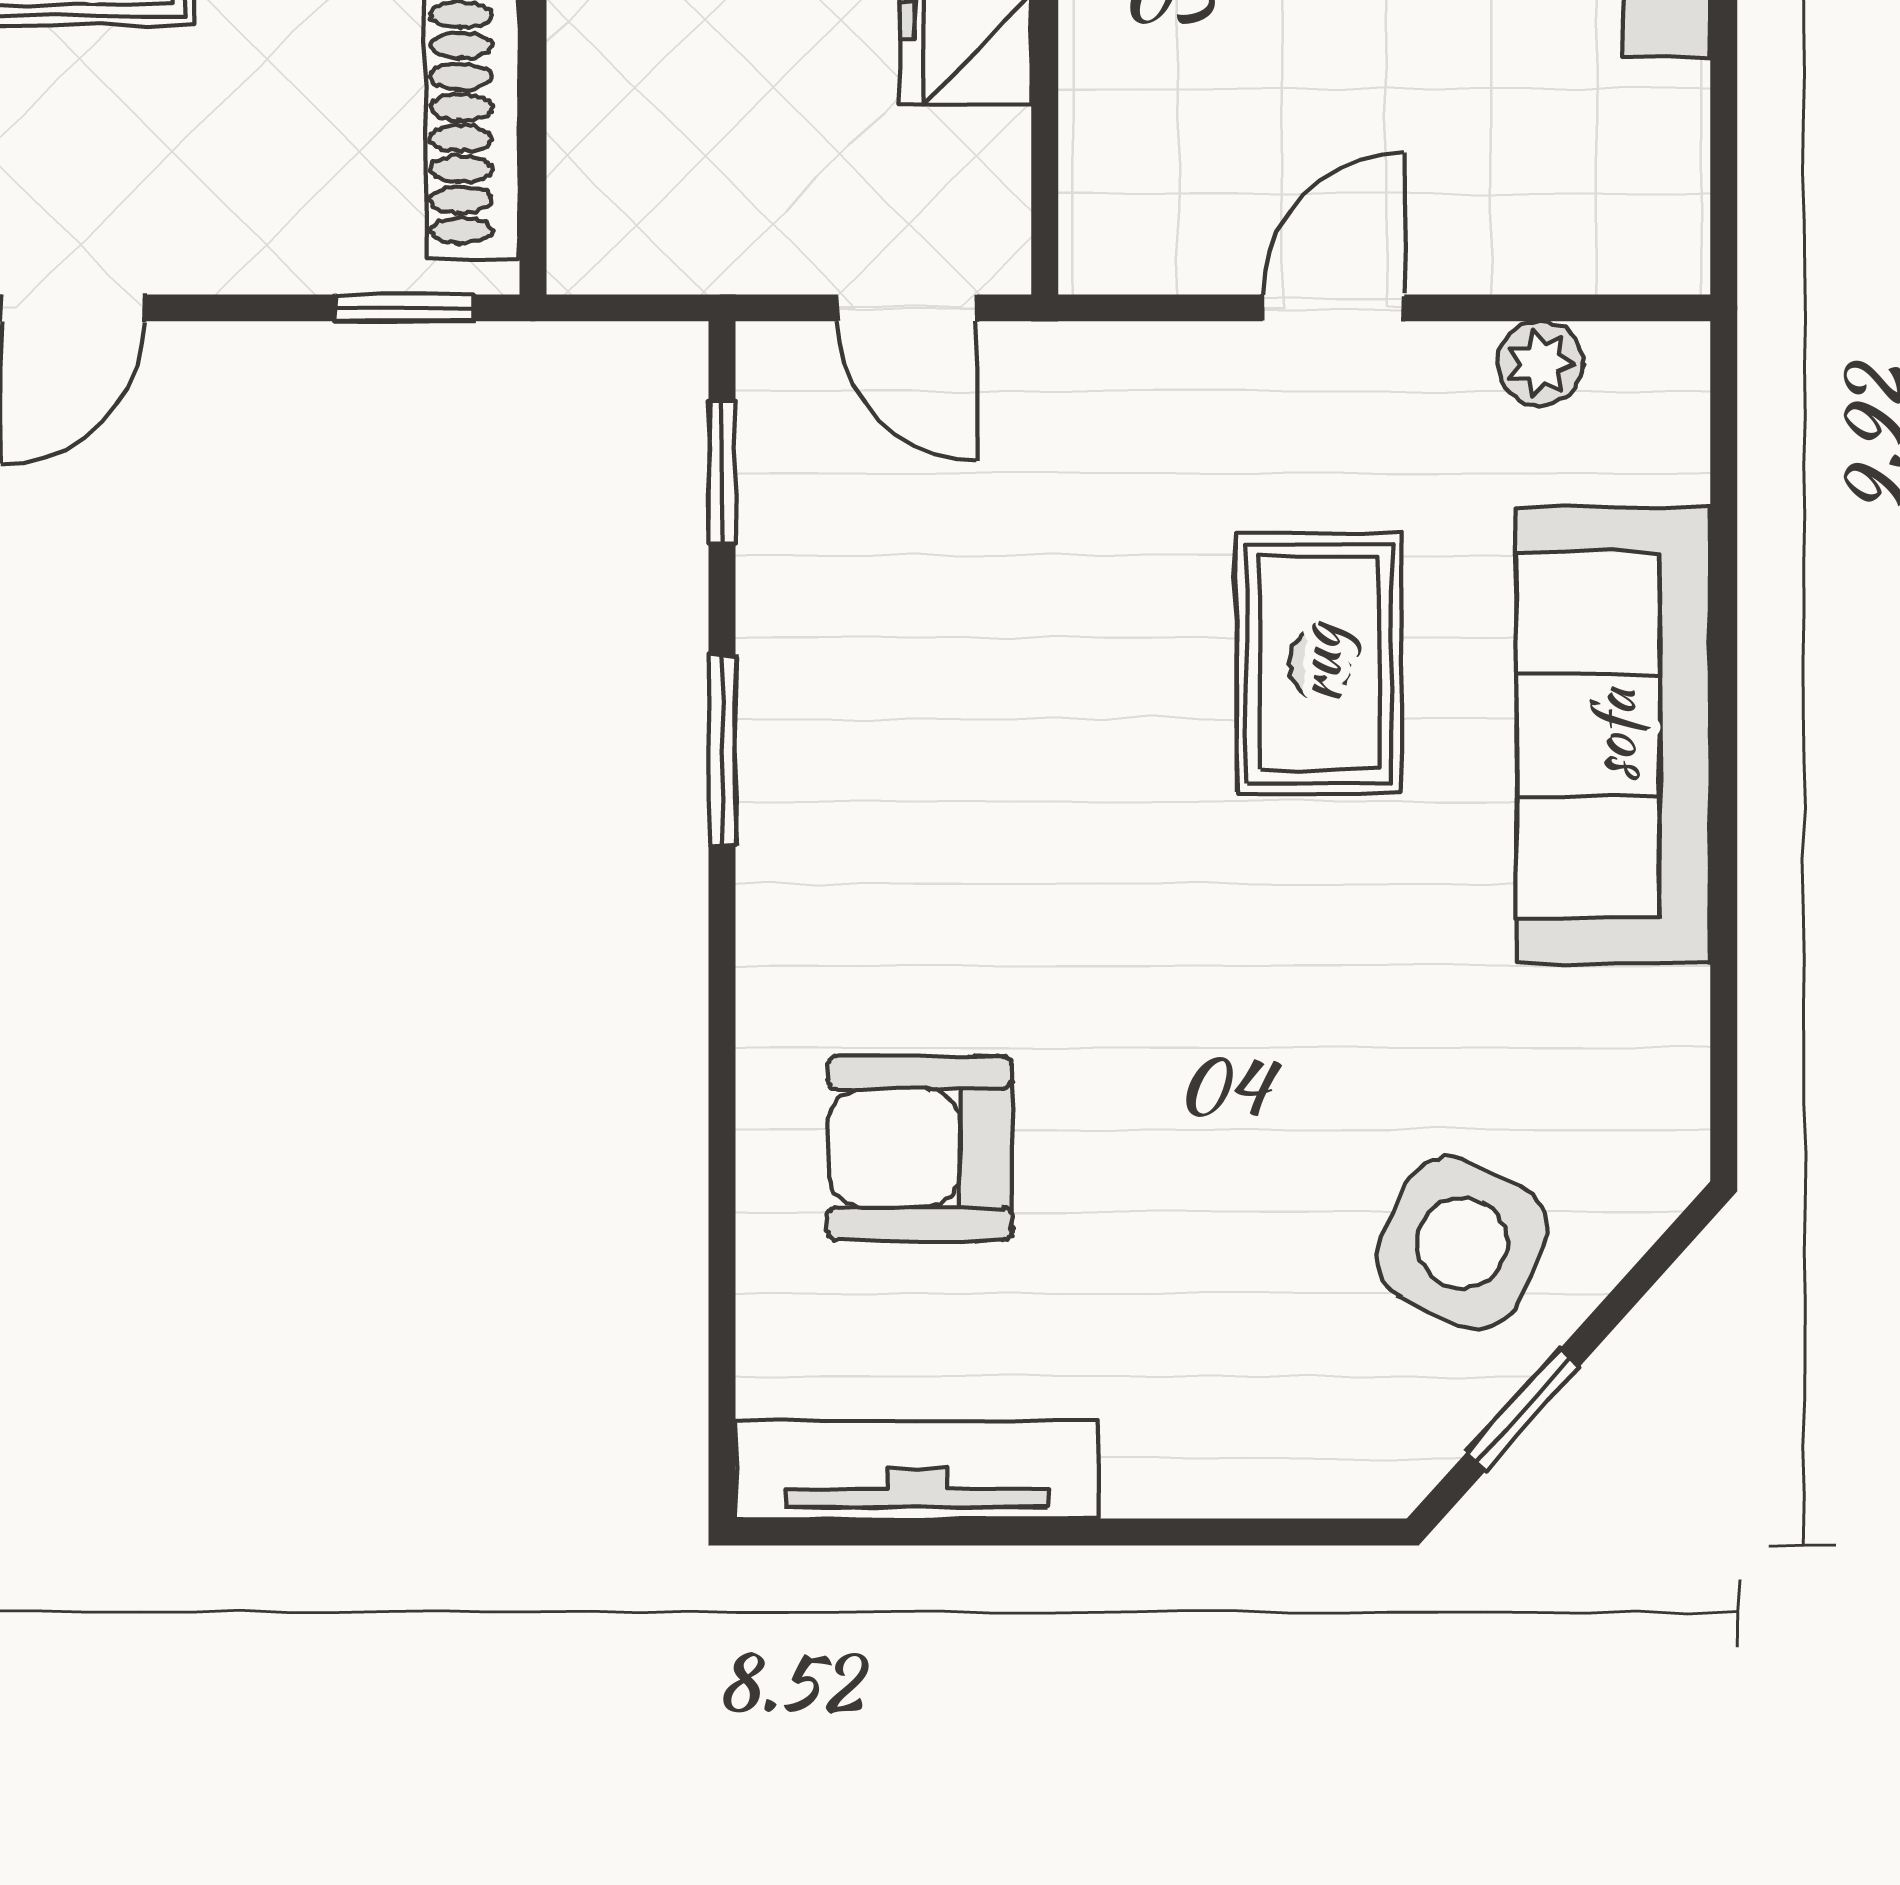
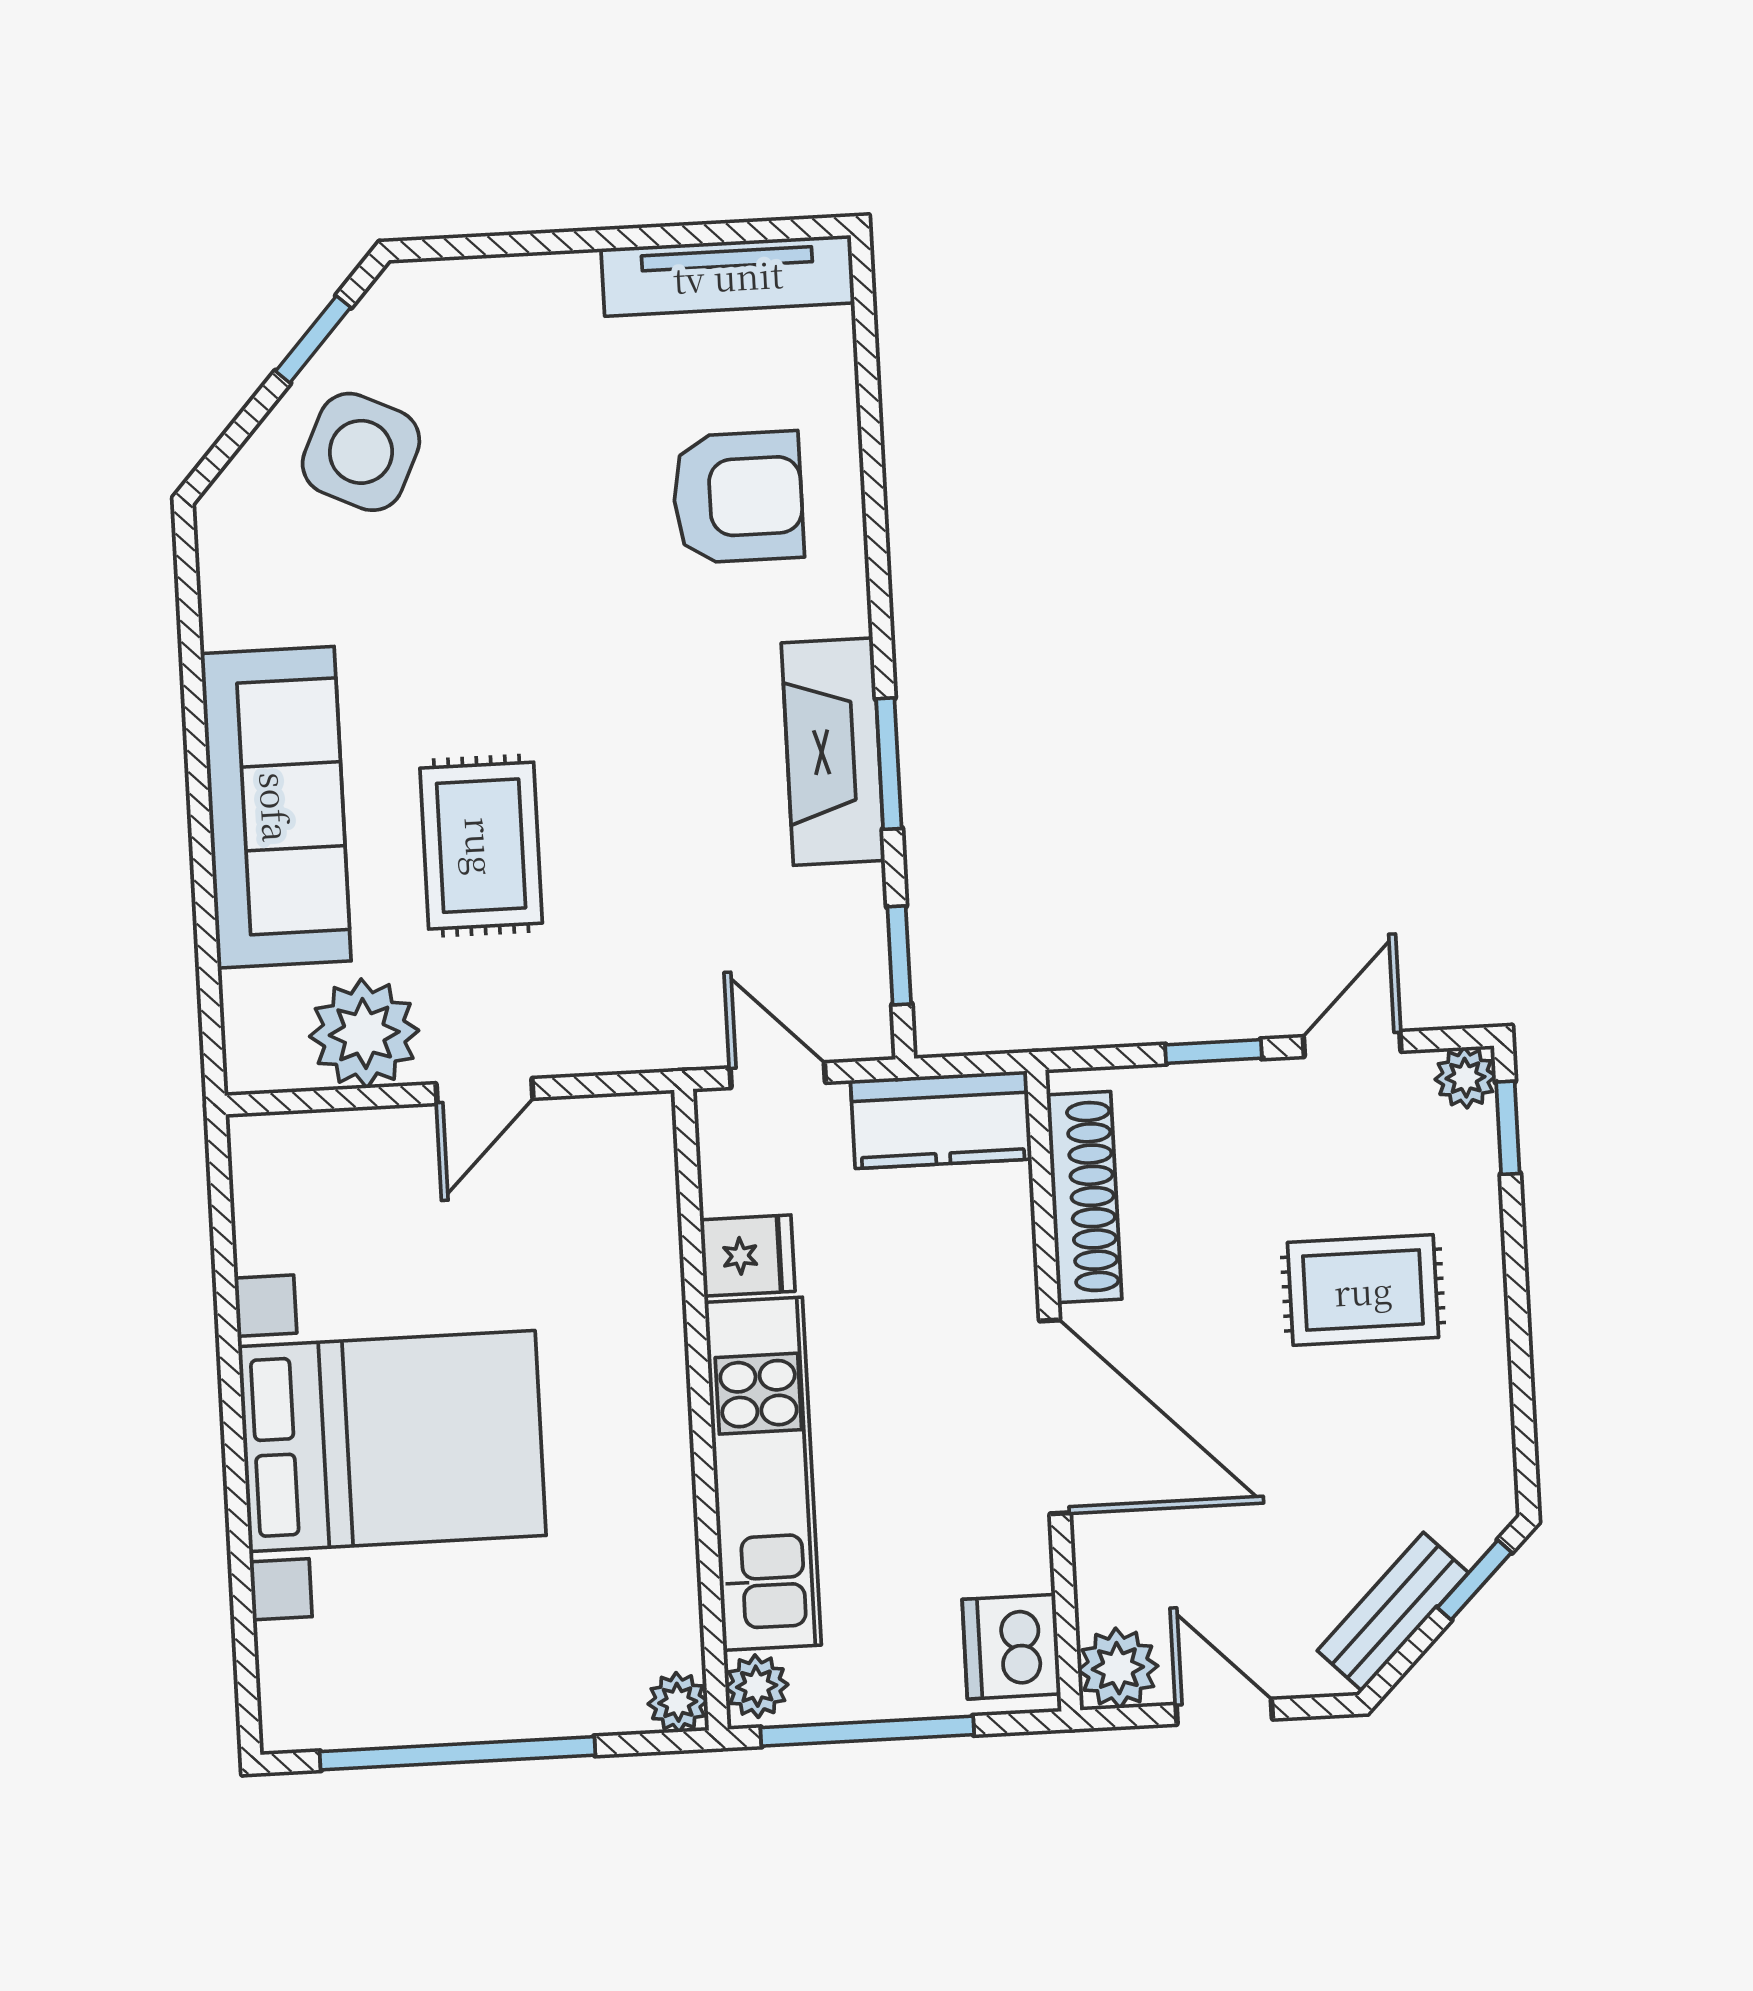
kitchen counter: (674, 230) -> (941, 1120), added
window: (404, 308) -> (1214, 1052), moved
plant: (1540, 364) -> (364, 1033), width x1.88, depth x1.88
fireplace: (802, 772) -> (833, 752), added

